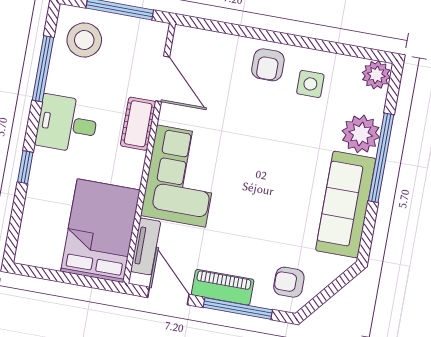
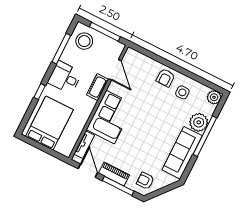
bed: (100, 231) -> (49, 123), moved

